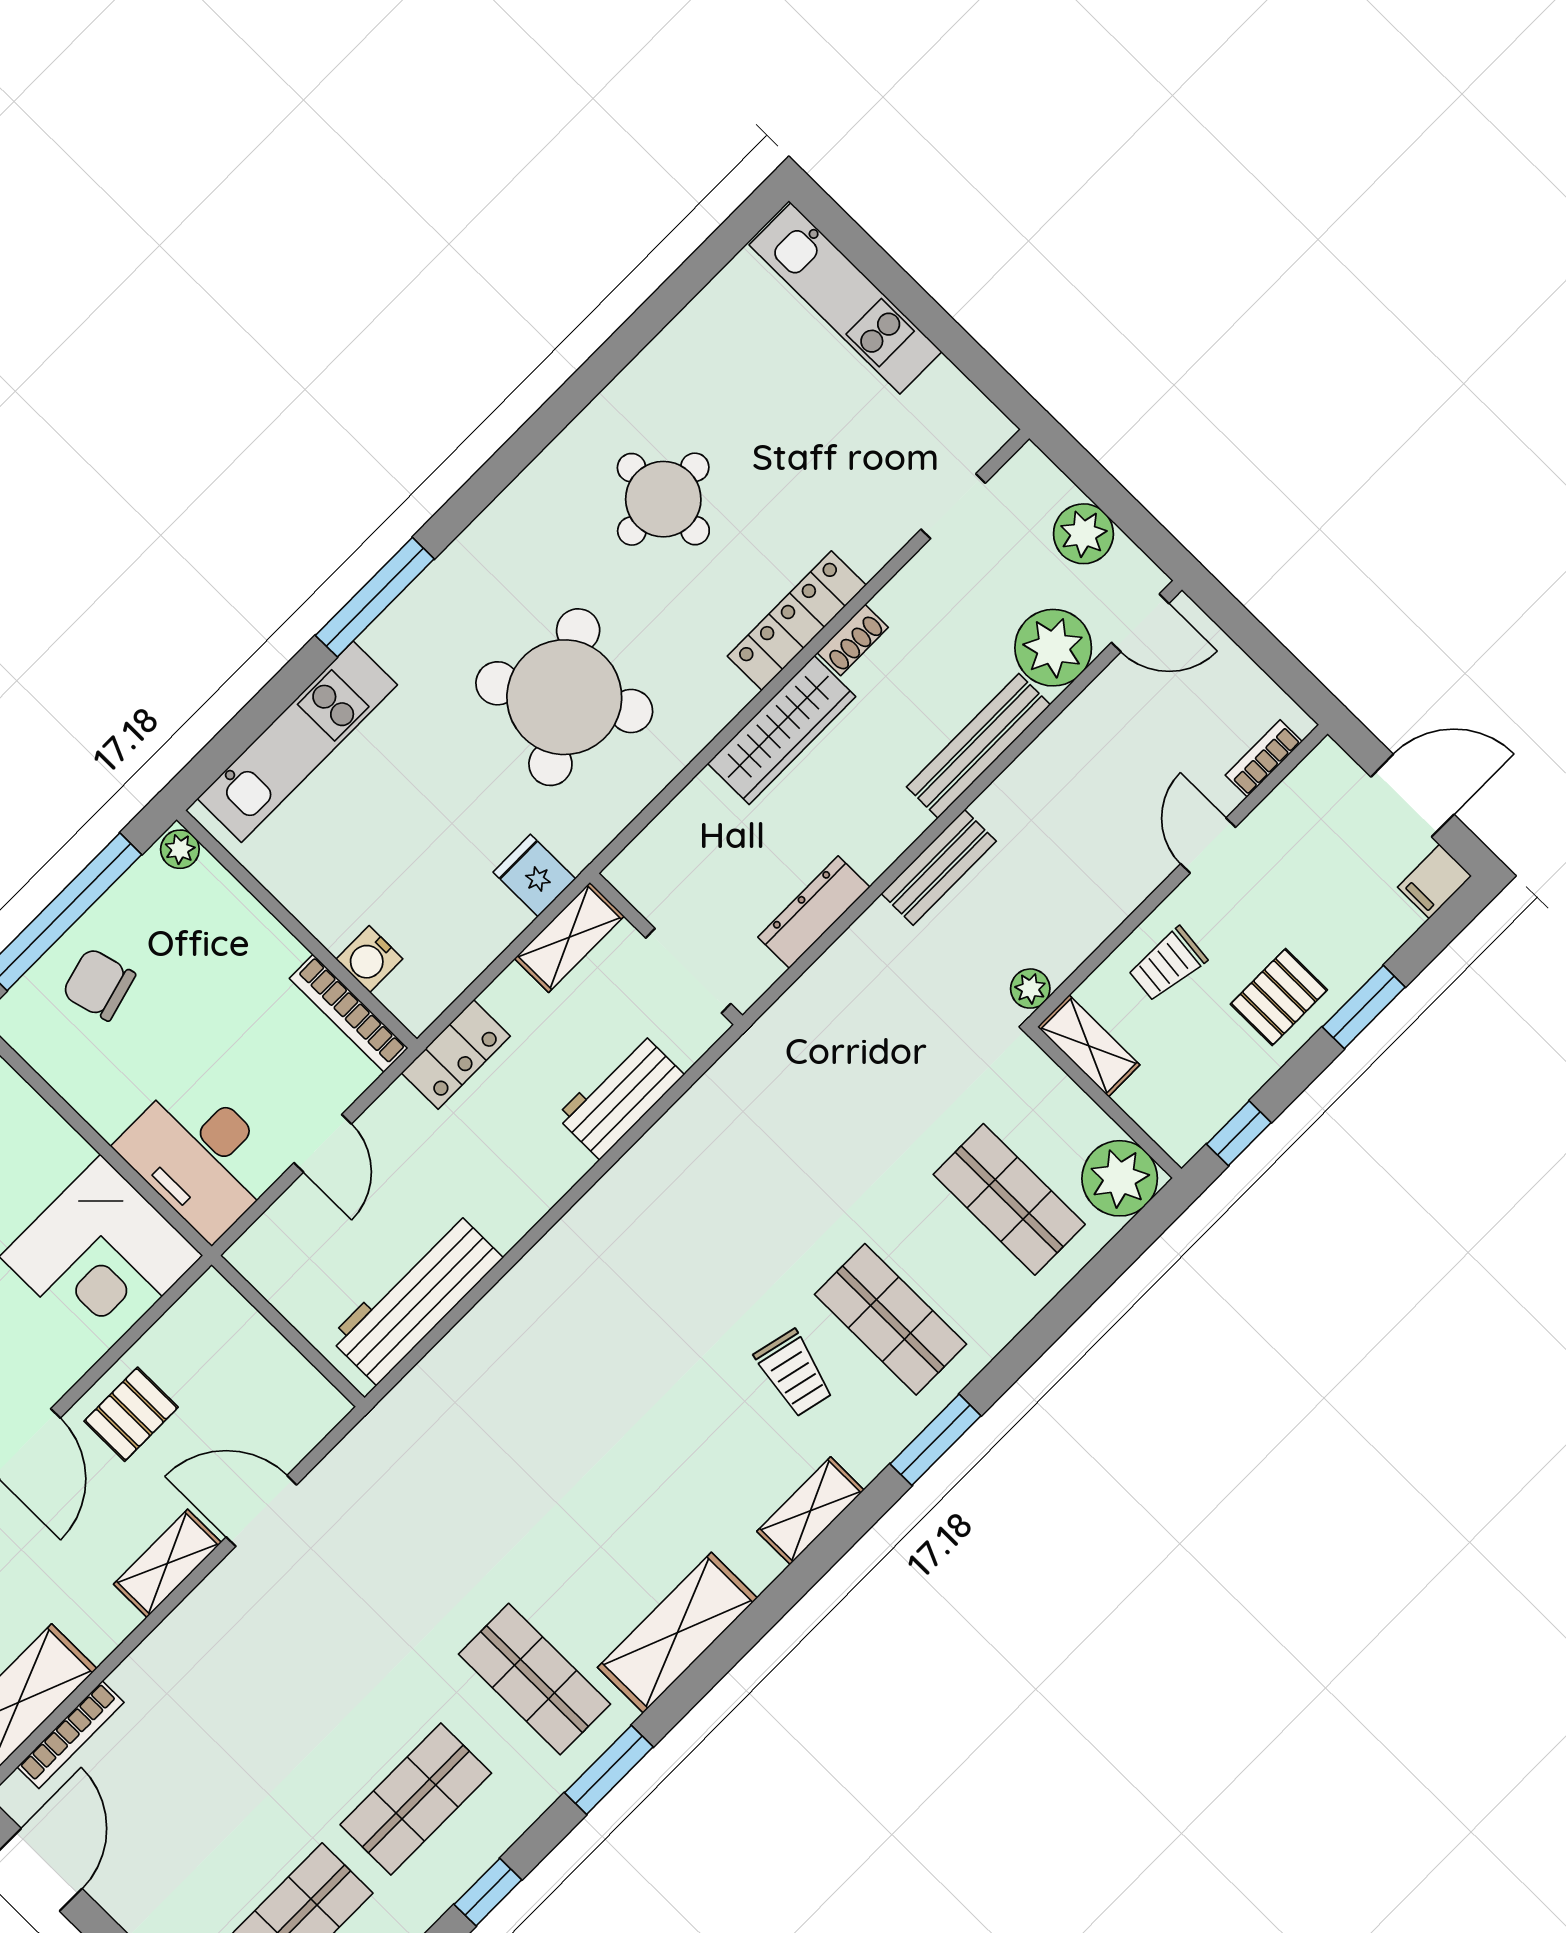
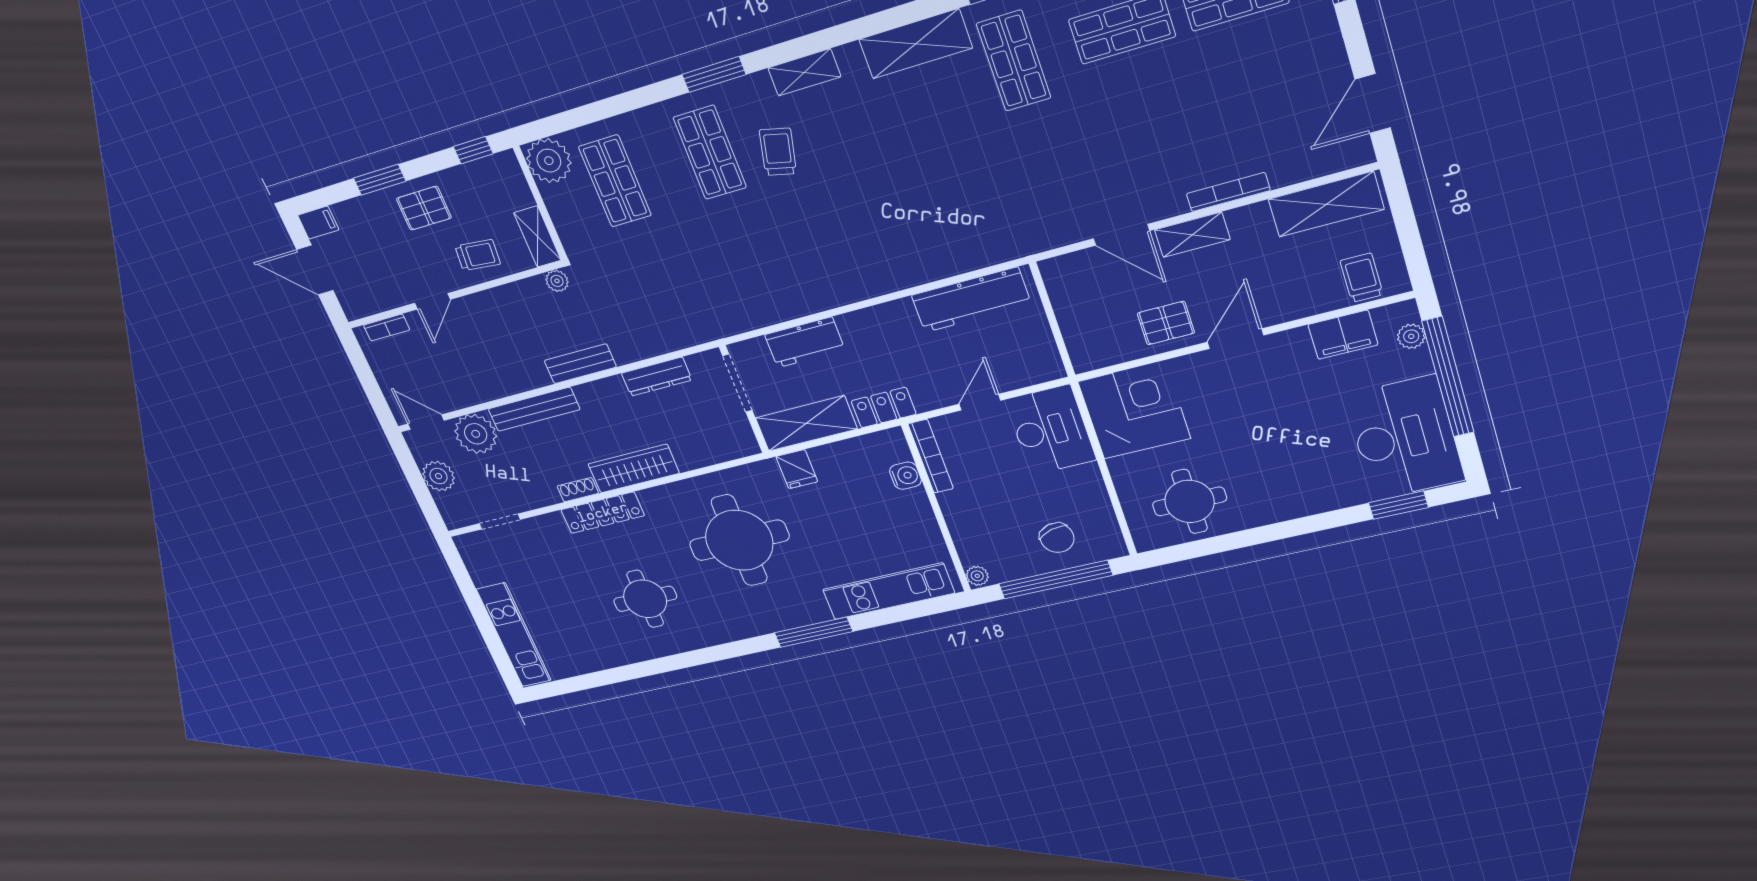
round table: (564, 697) -> (739, 540), turned 33
shelving: (569, 937) -> (806, 423), width x1.50, depth x1.33
bookcase: (71, 1735) -> (1228, 192), moved

